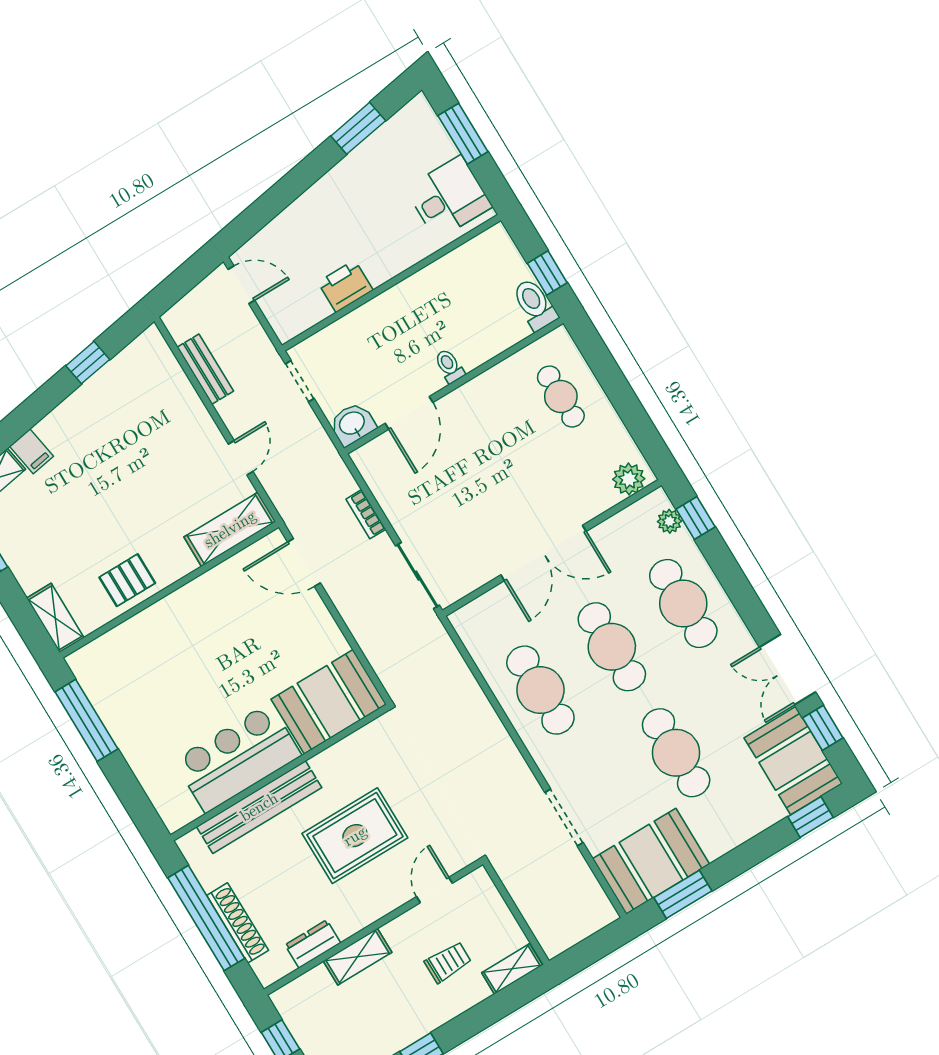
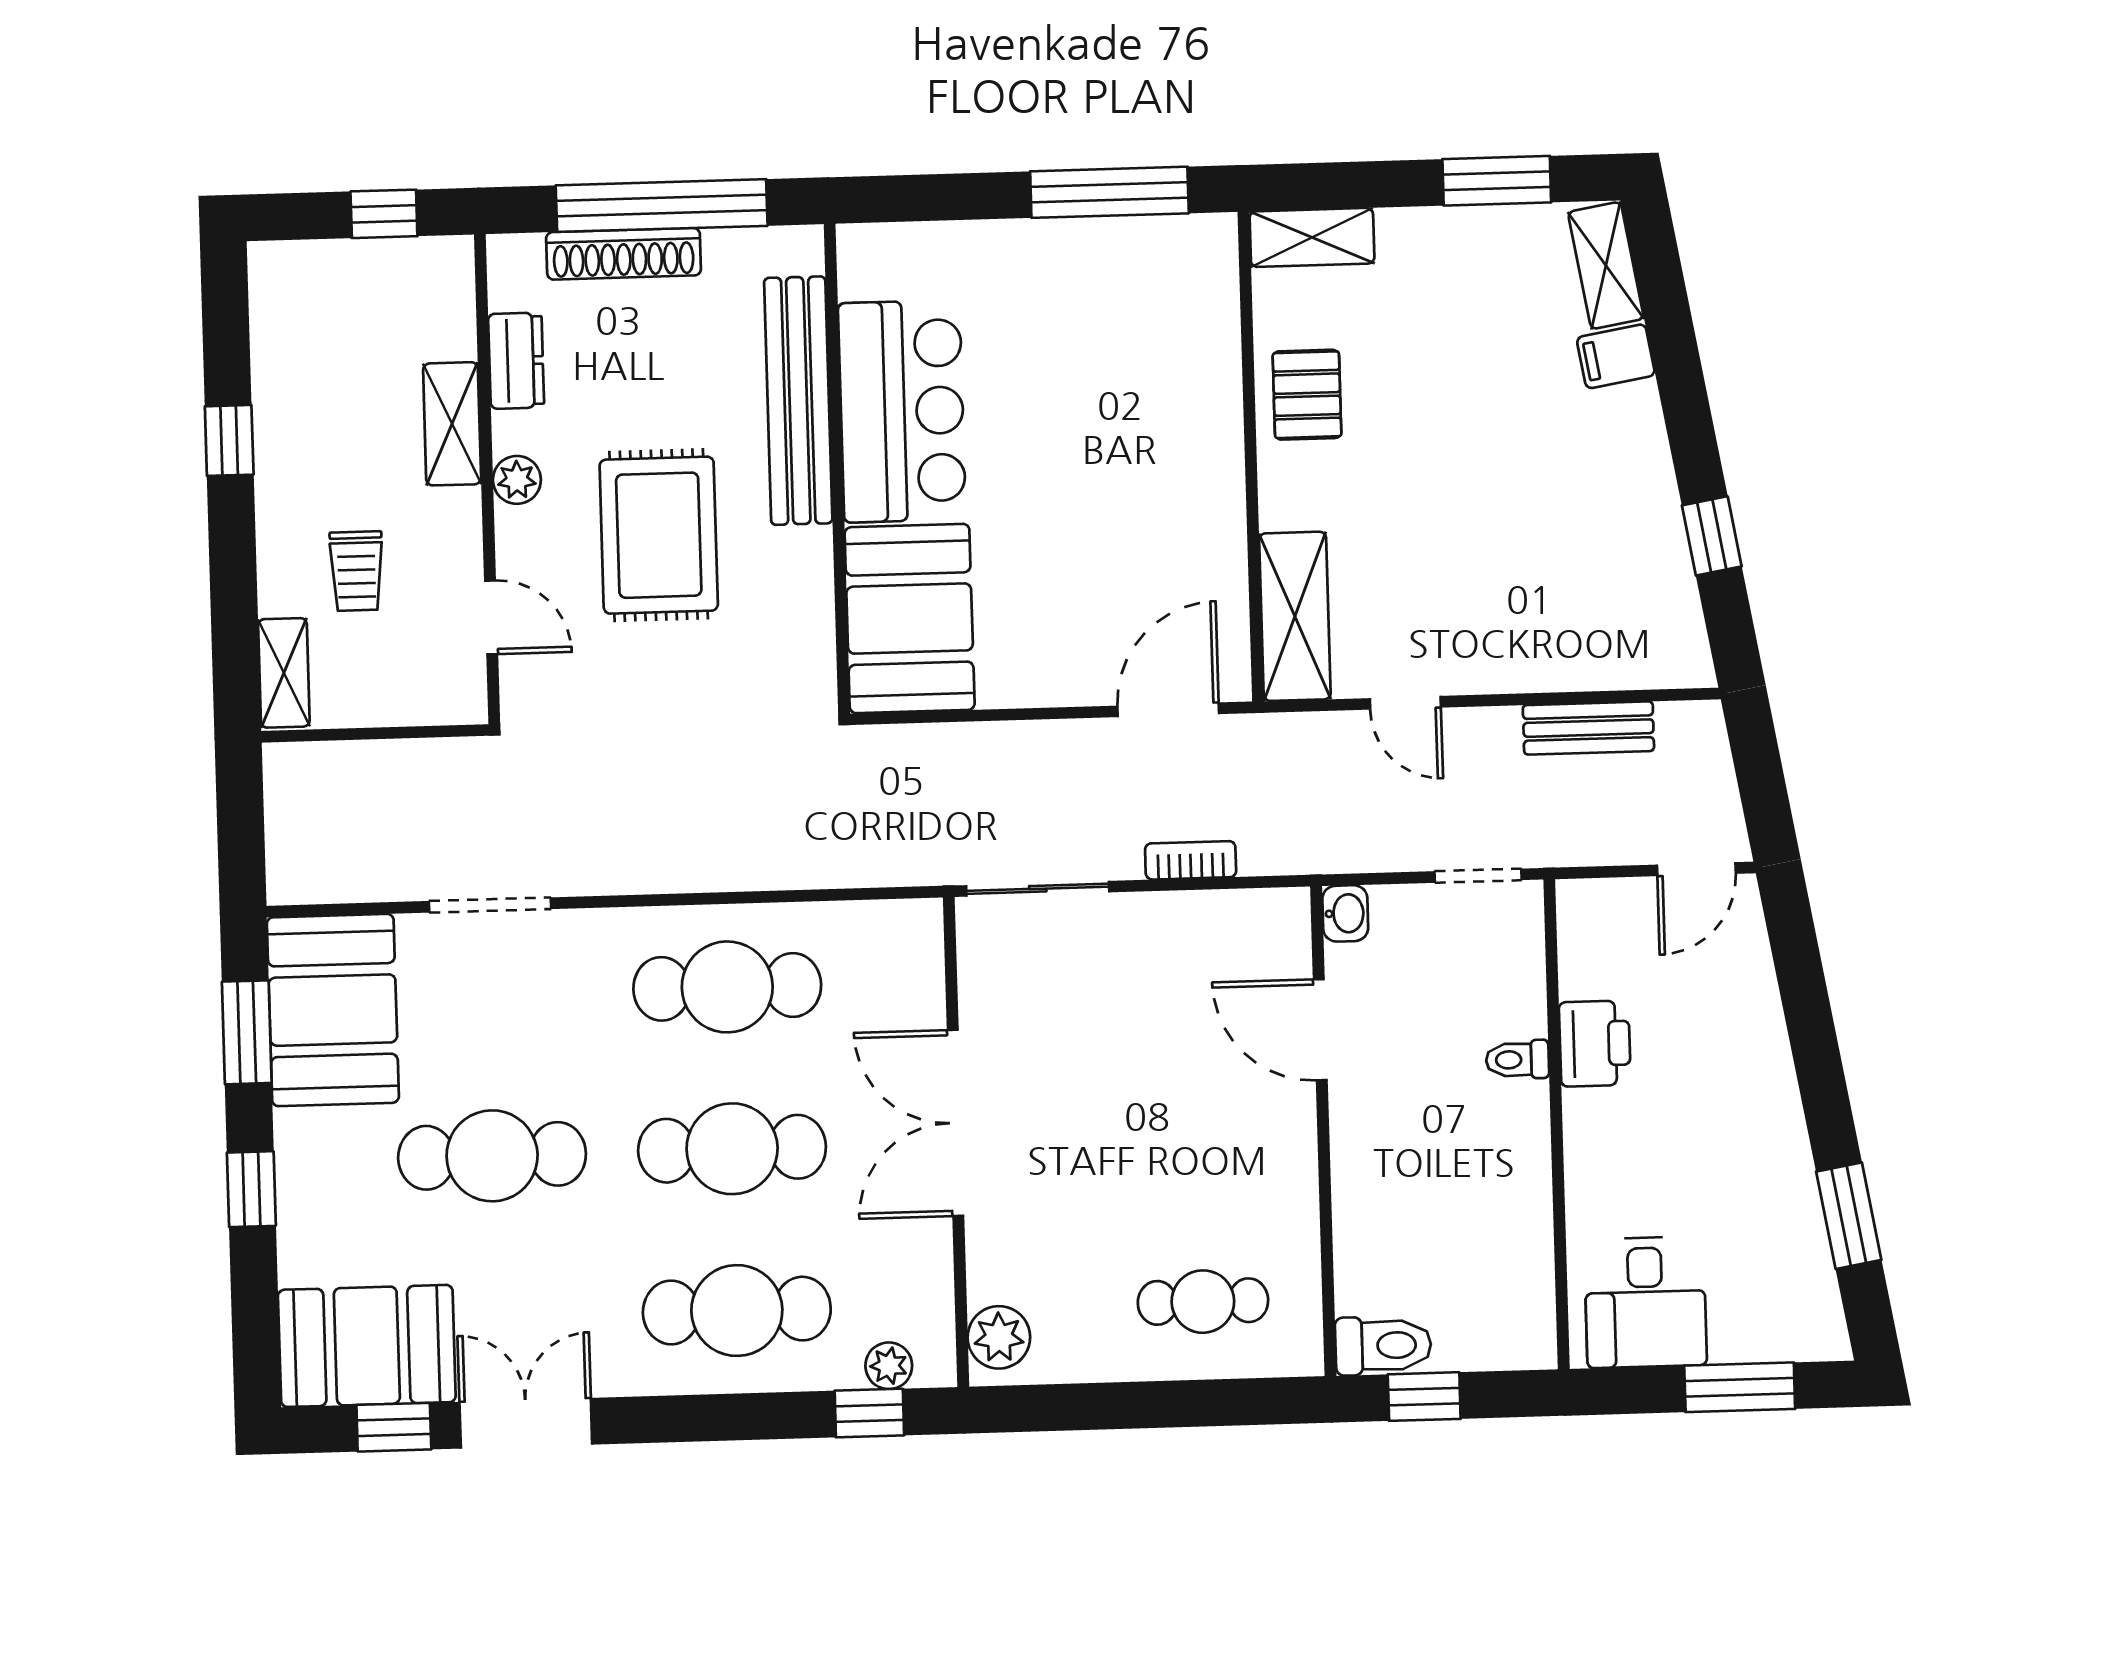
toilet: (449, 366) -> (1517, 1060), moved, turned 180
washbasin: (352, 424) -> (1345, 913), width x0.72, depth x0.69
window: (810, 817) -> (251, 1189), moved
plant: (366, 913) -> (517, 480), added

